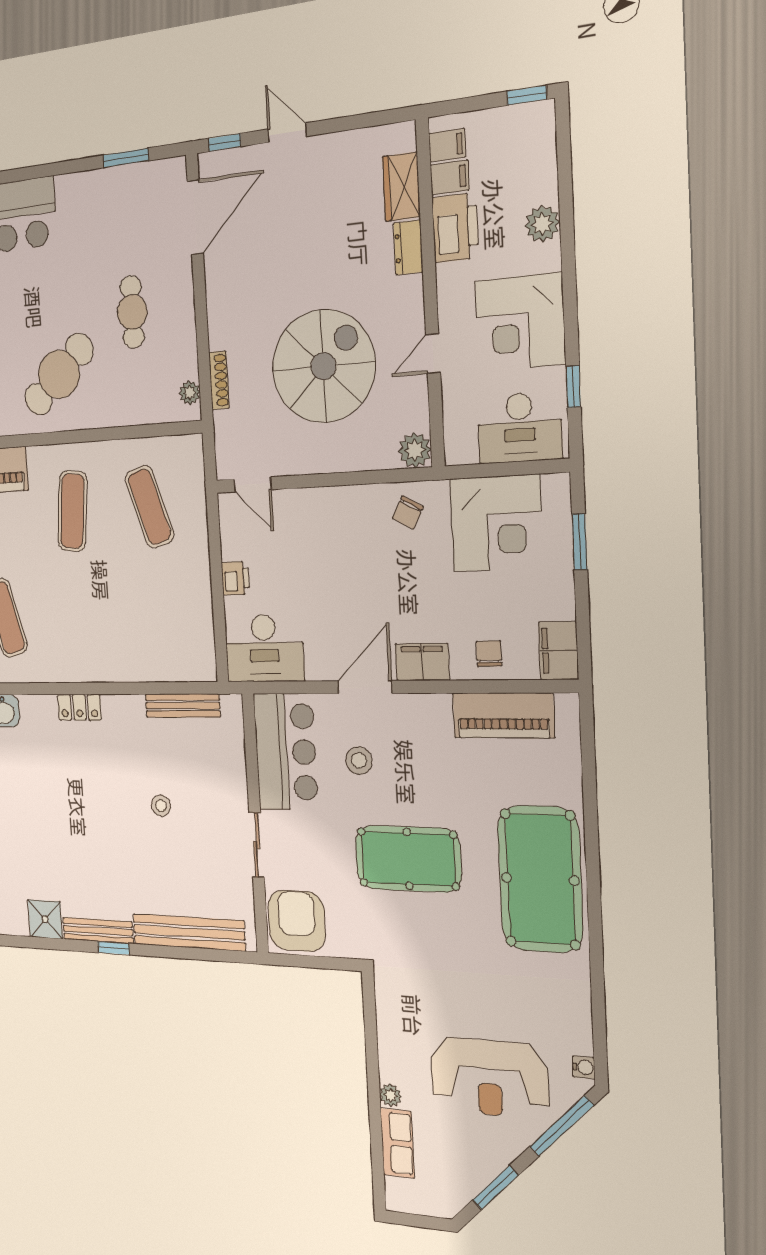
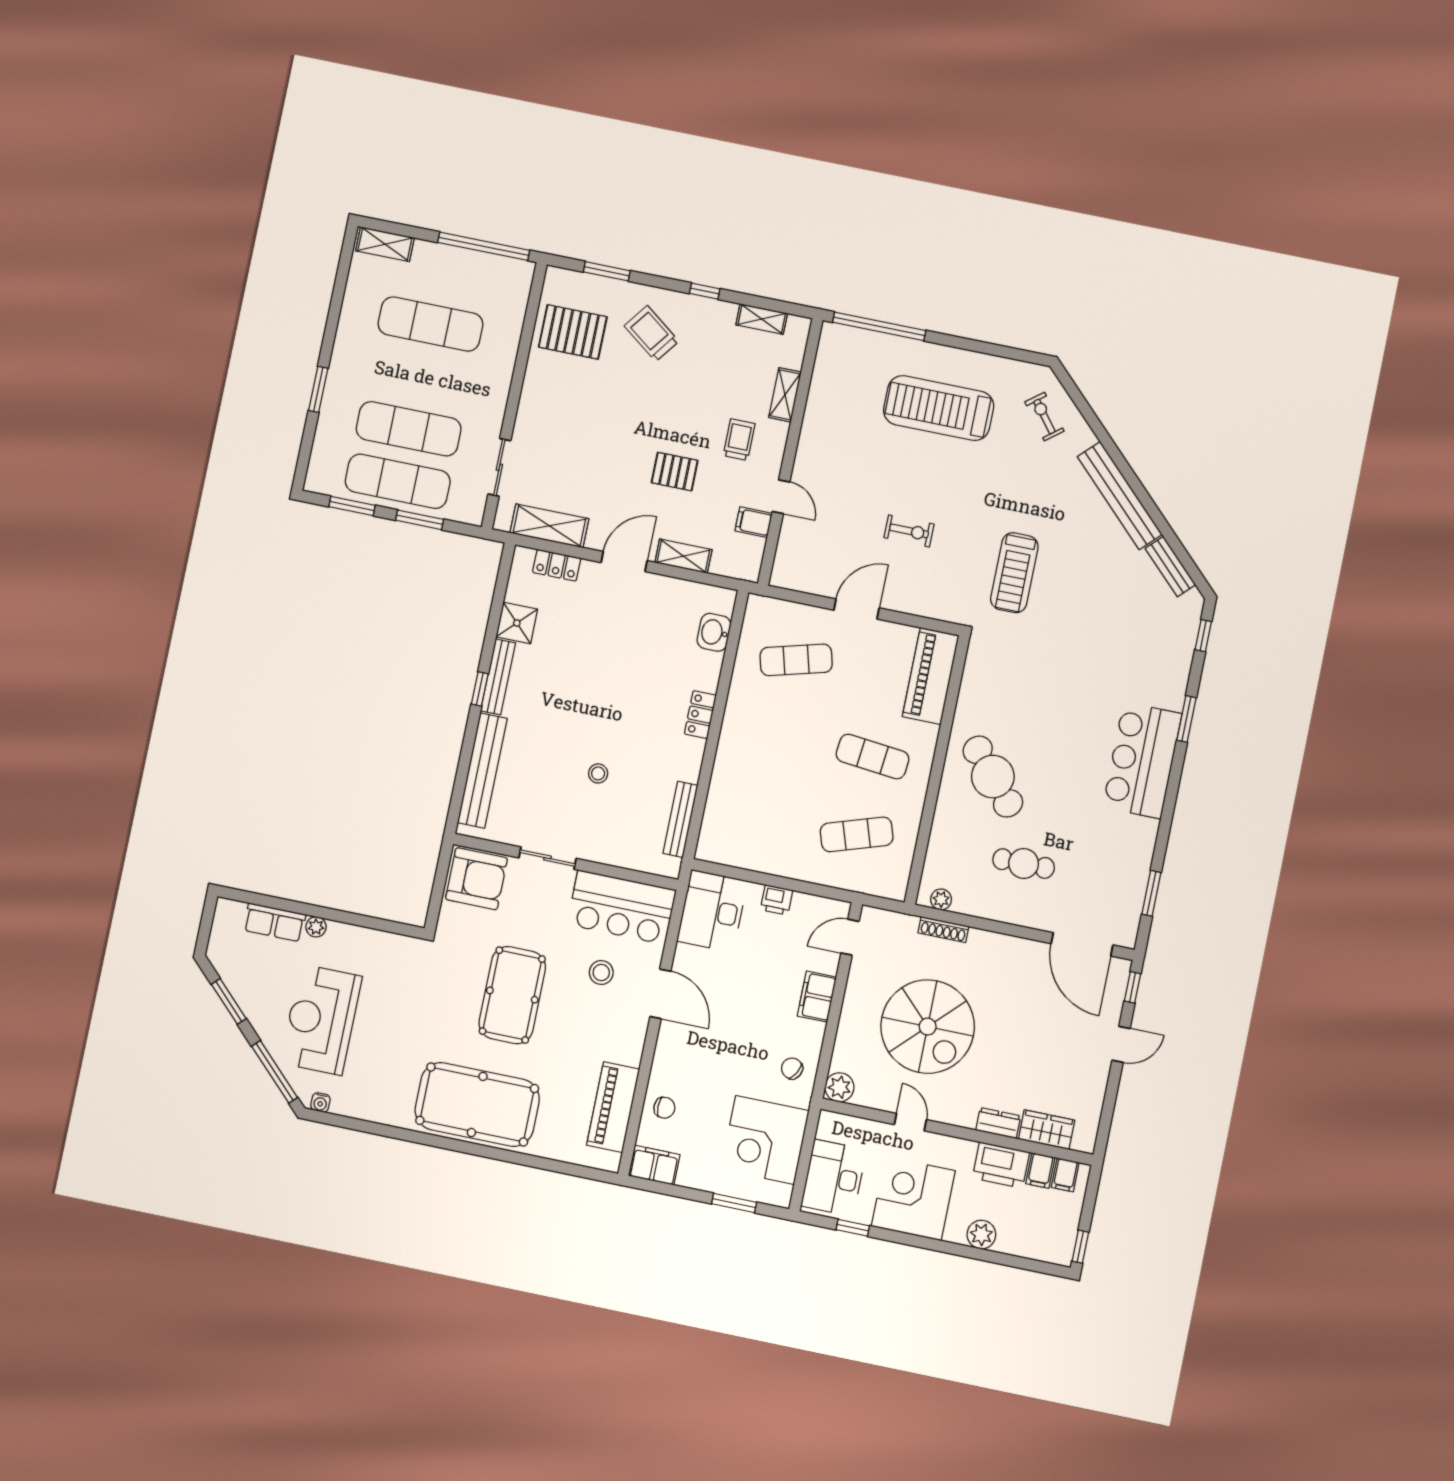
filing cabinet: (422, 662) -> (817, 997), moved, turned 180

